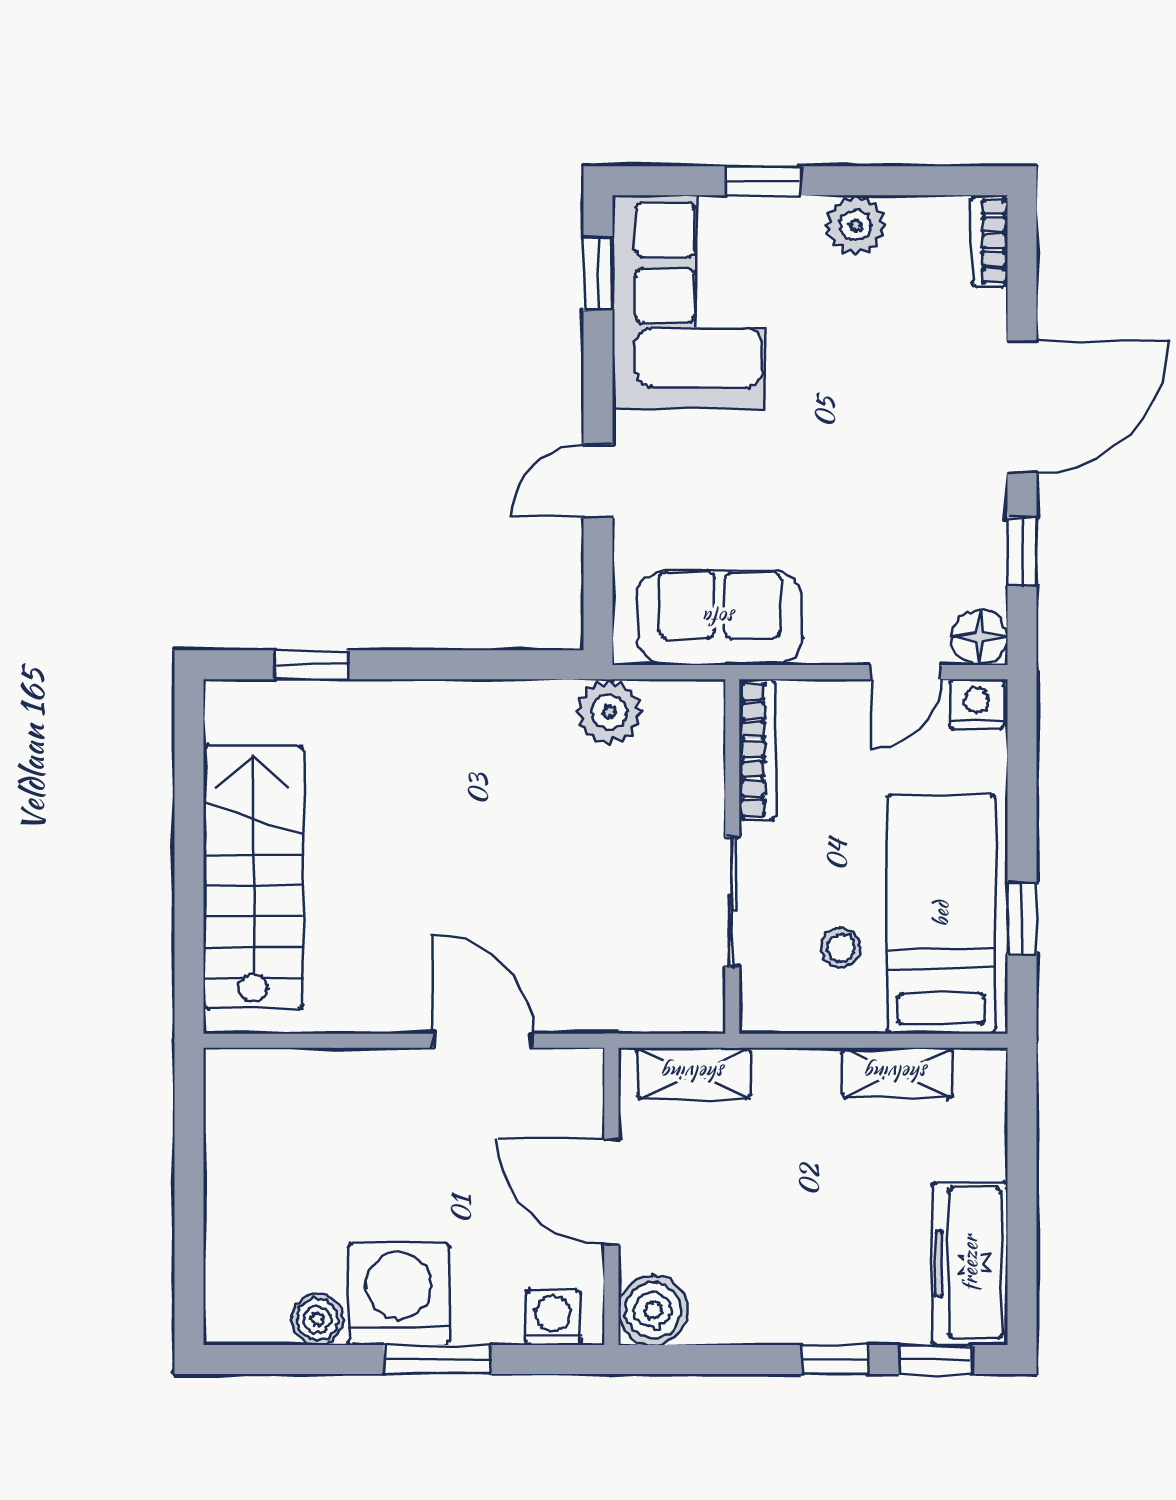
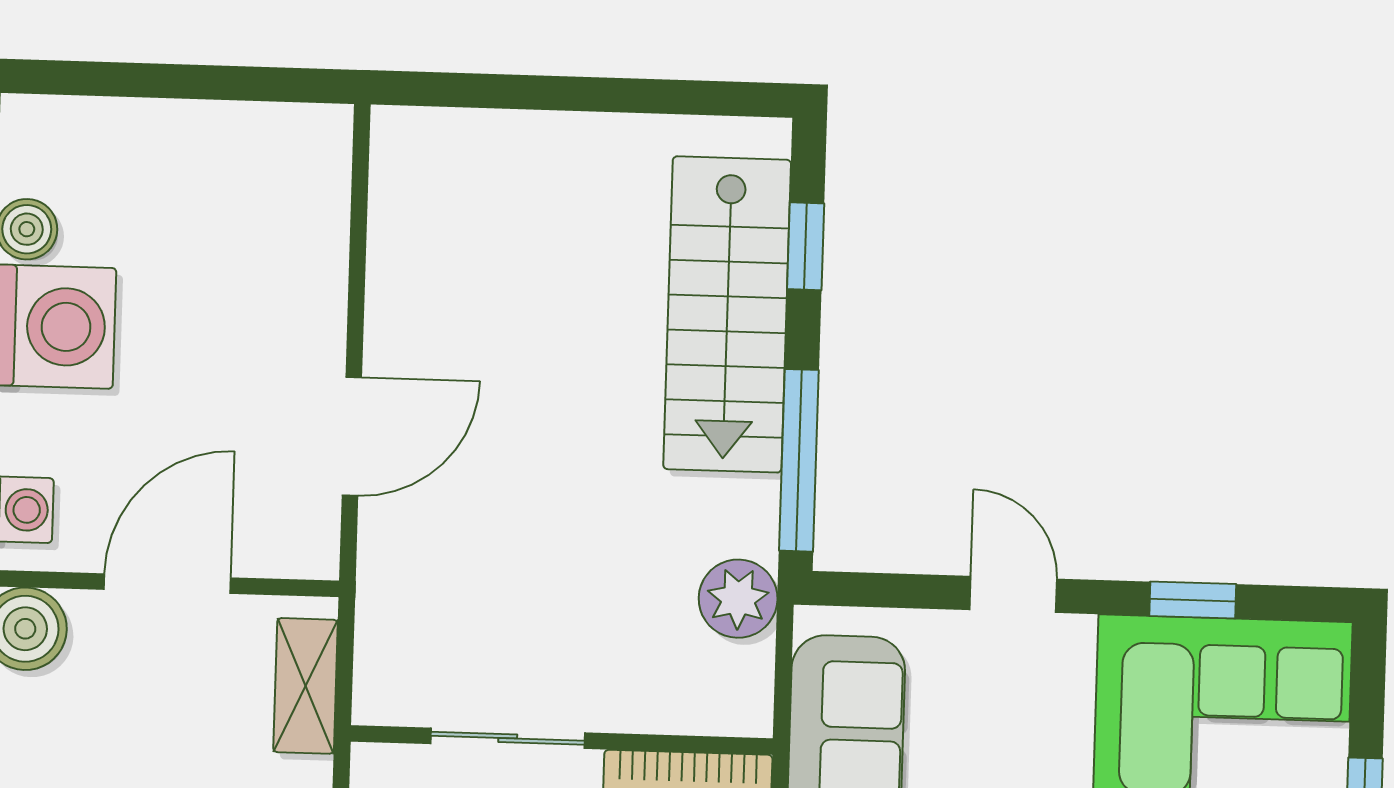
window: (598, 274) -> (1193, 600), moved
window: (491, 665) -> (799, 460), added
stairs: (253, 877) -> (727, 314), moved, turned 90

